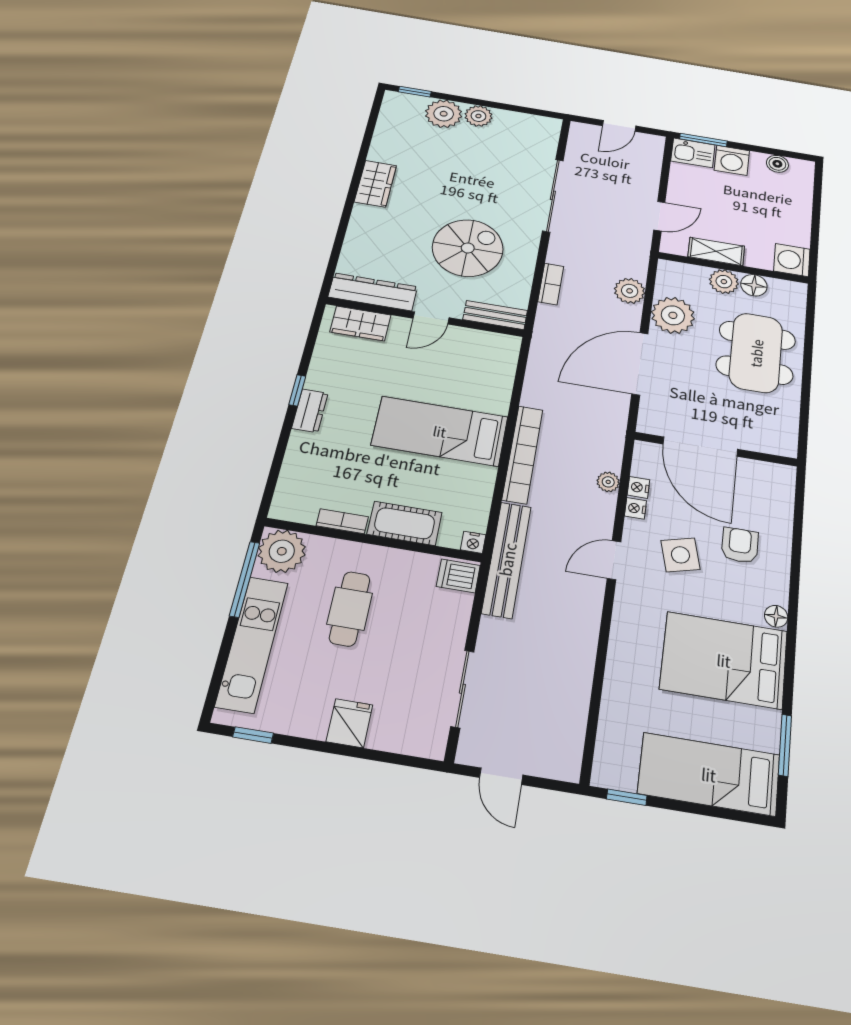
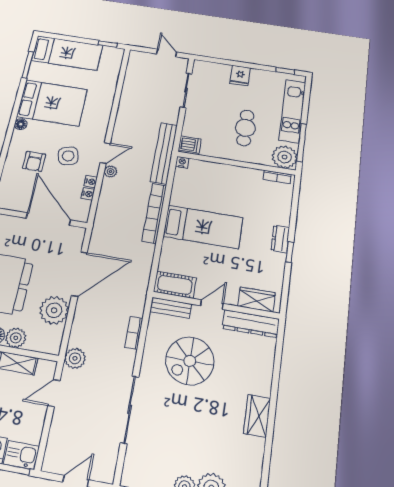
plant: (630, 291) -> (75, 358), moved
plant: (608, 482) -> (110, 172), moved
bookcase: (342, 521) -> (277, 177), moved
cot: (405, 523) -> (175, 285), moved

